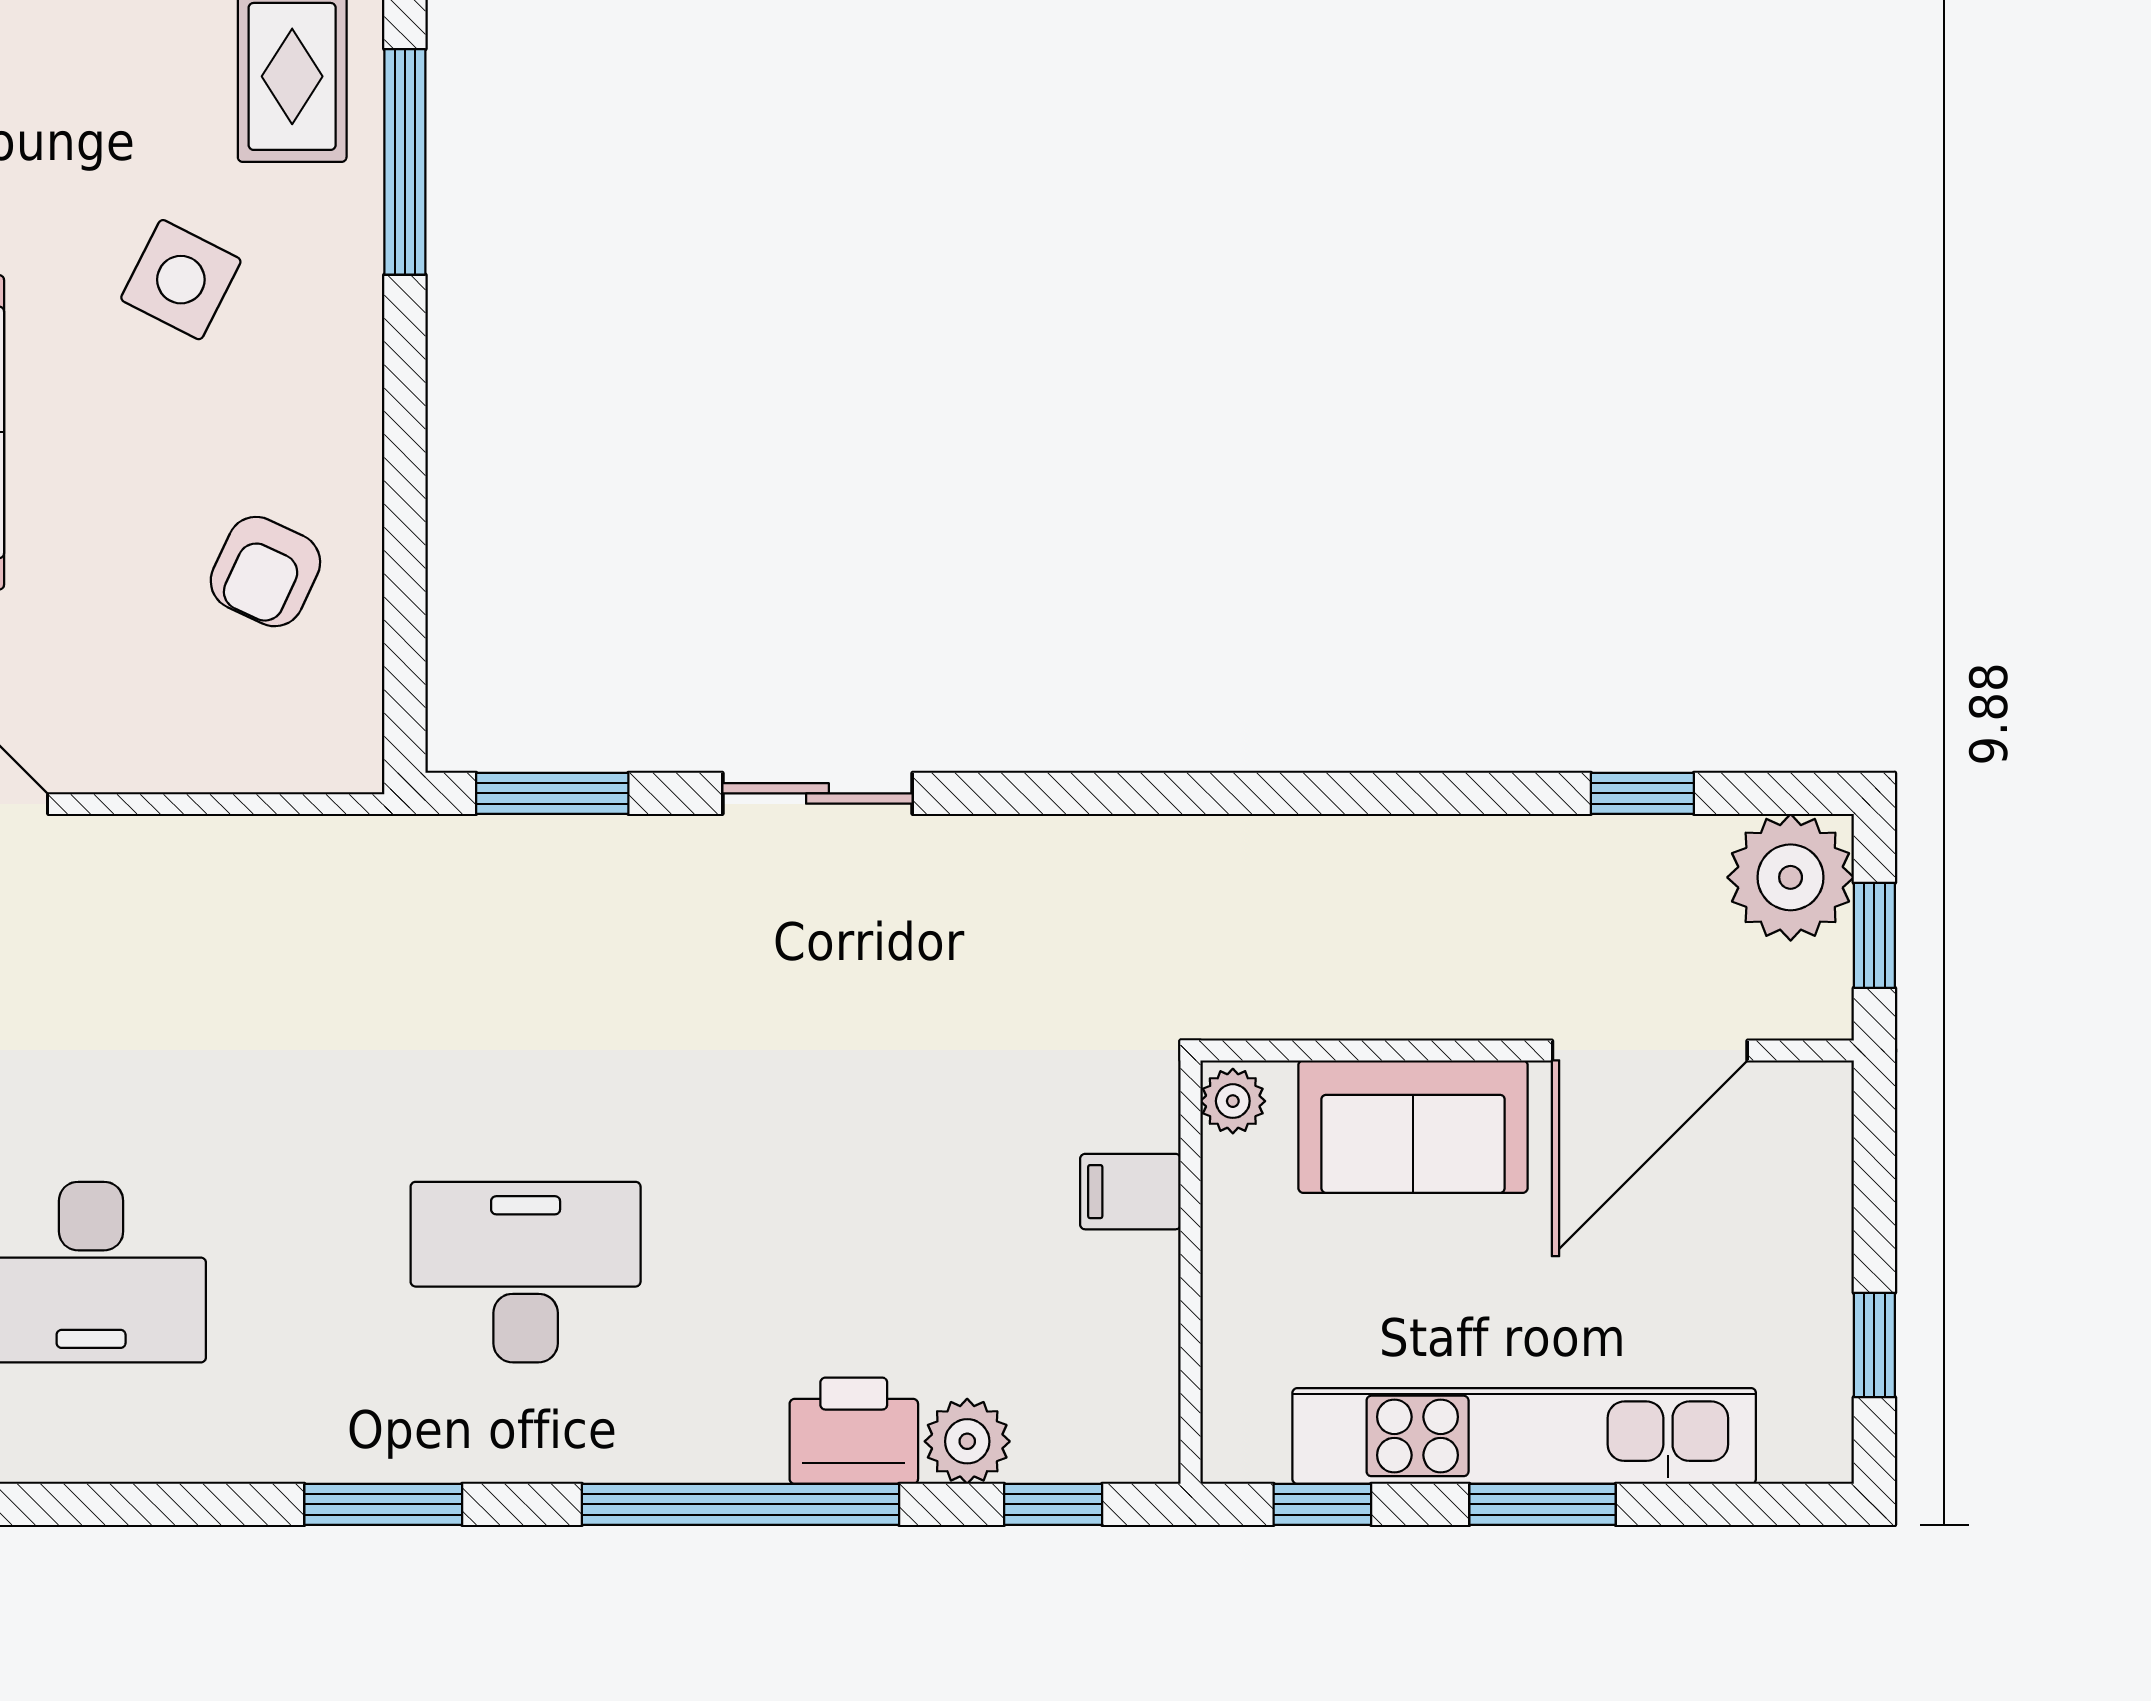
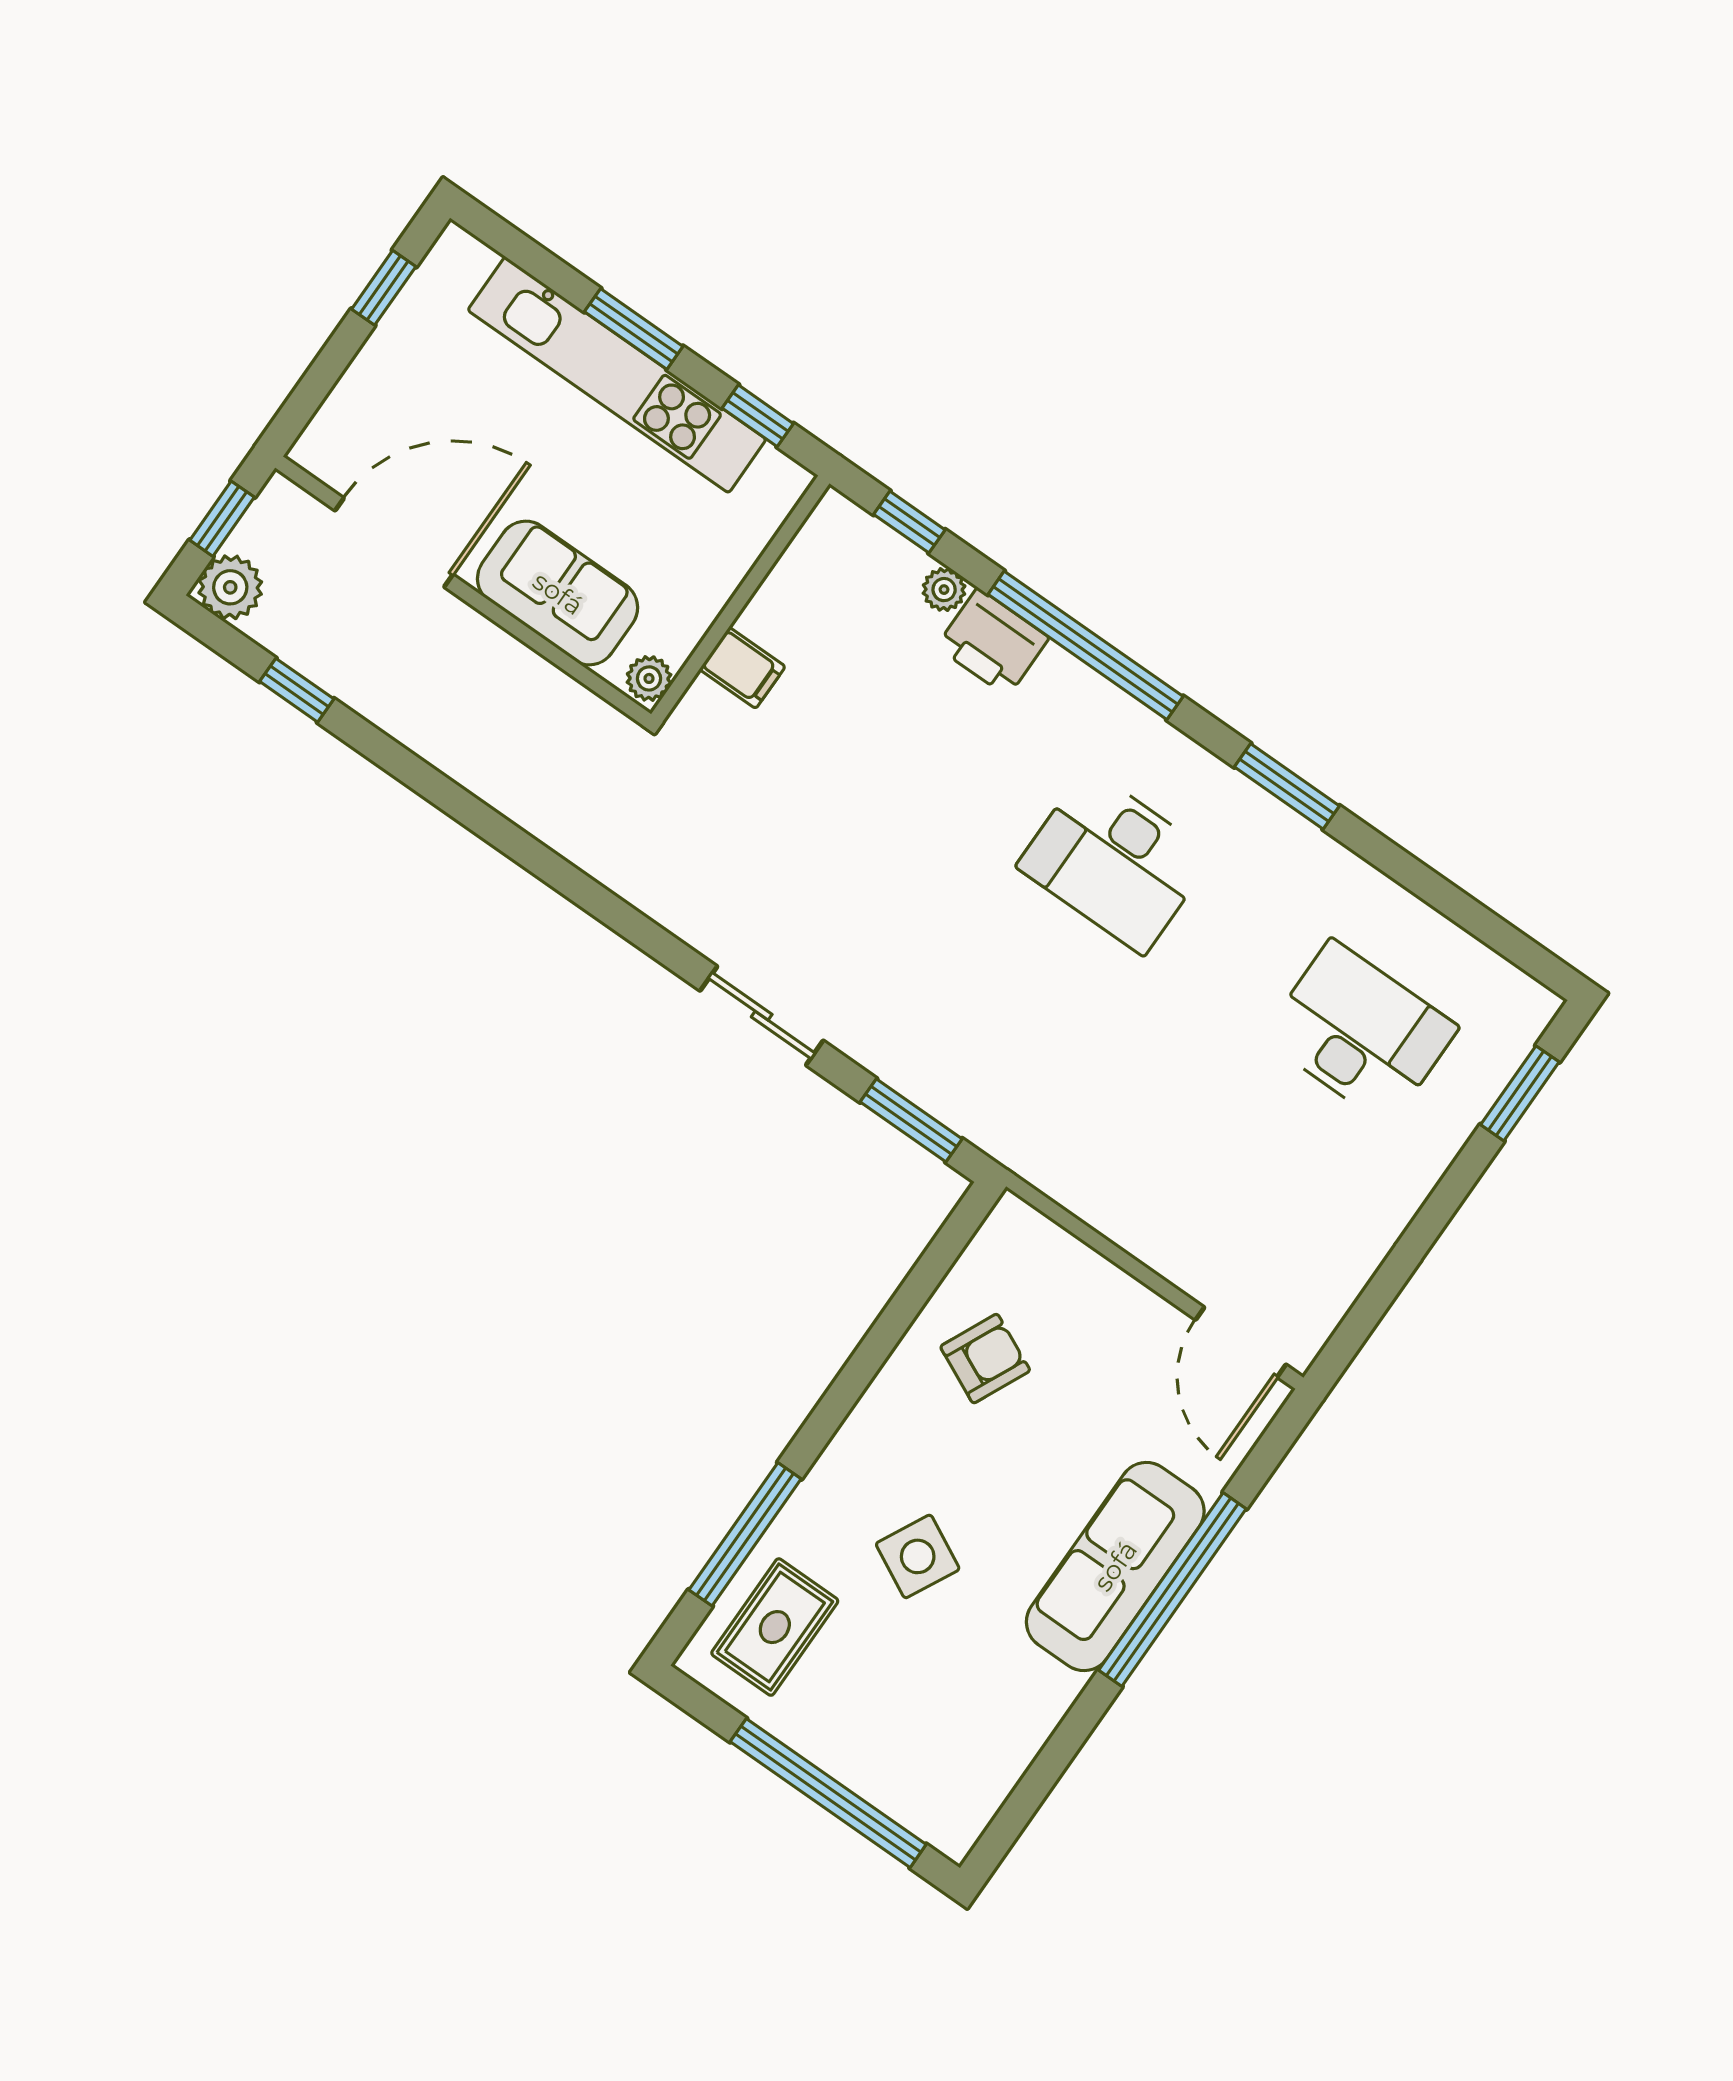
plant: (1791, 877) -> (230, 587), width x0.73, depth x0.73
plant: (967, 1441) -> (944, 590), width x0.73, depth x0.73

